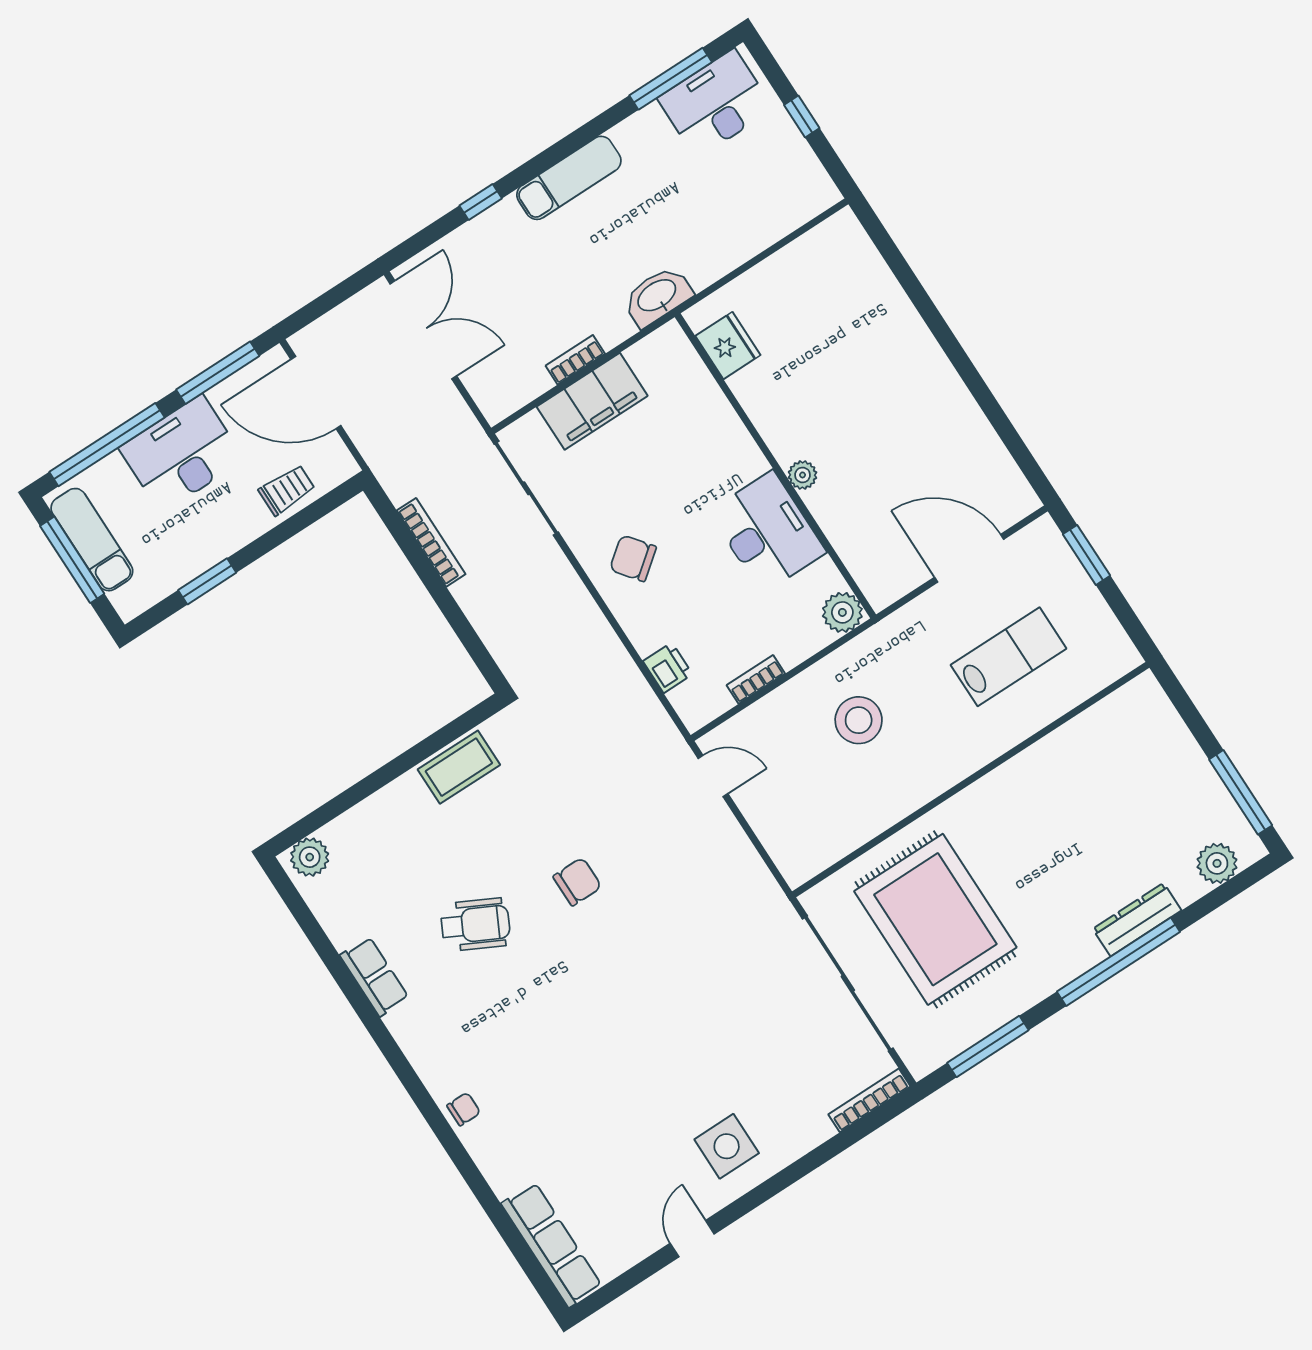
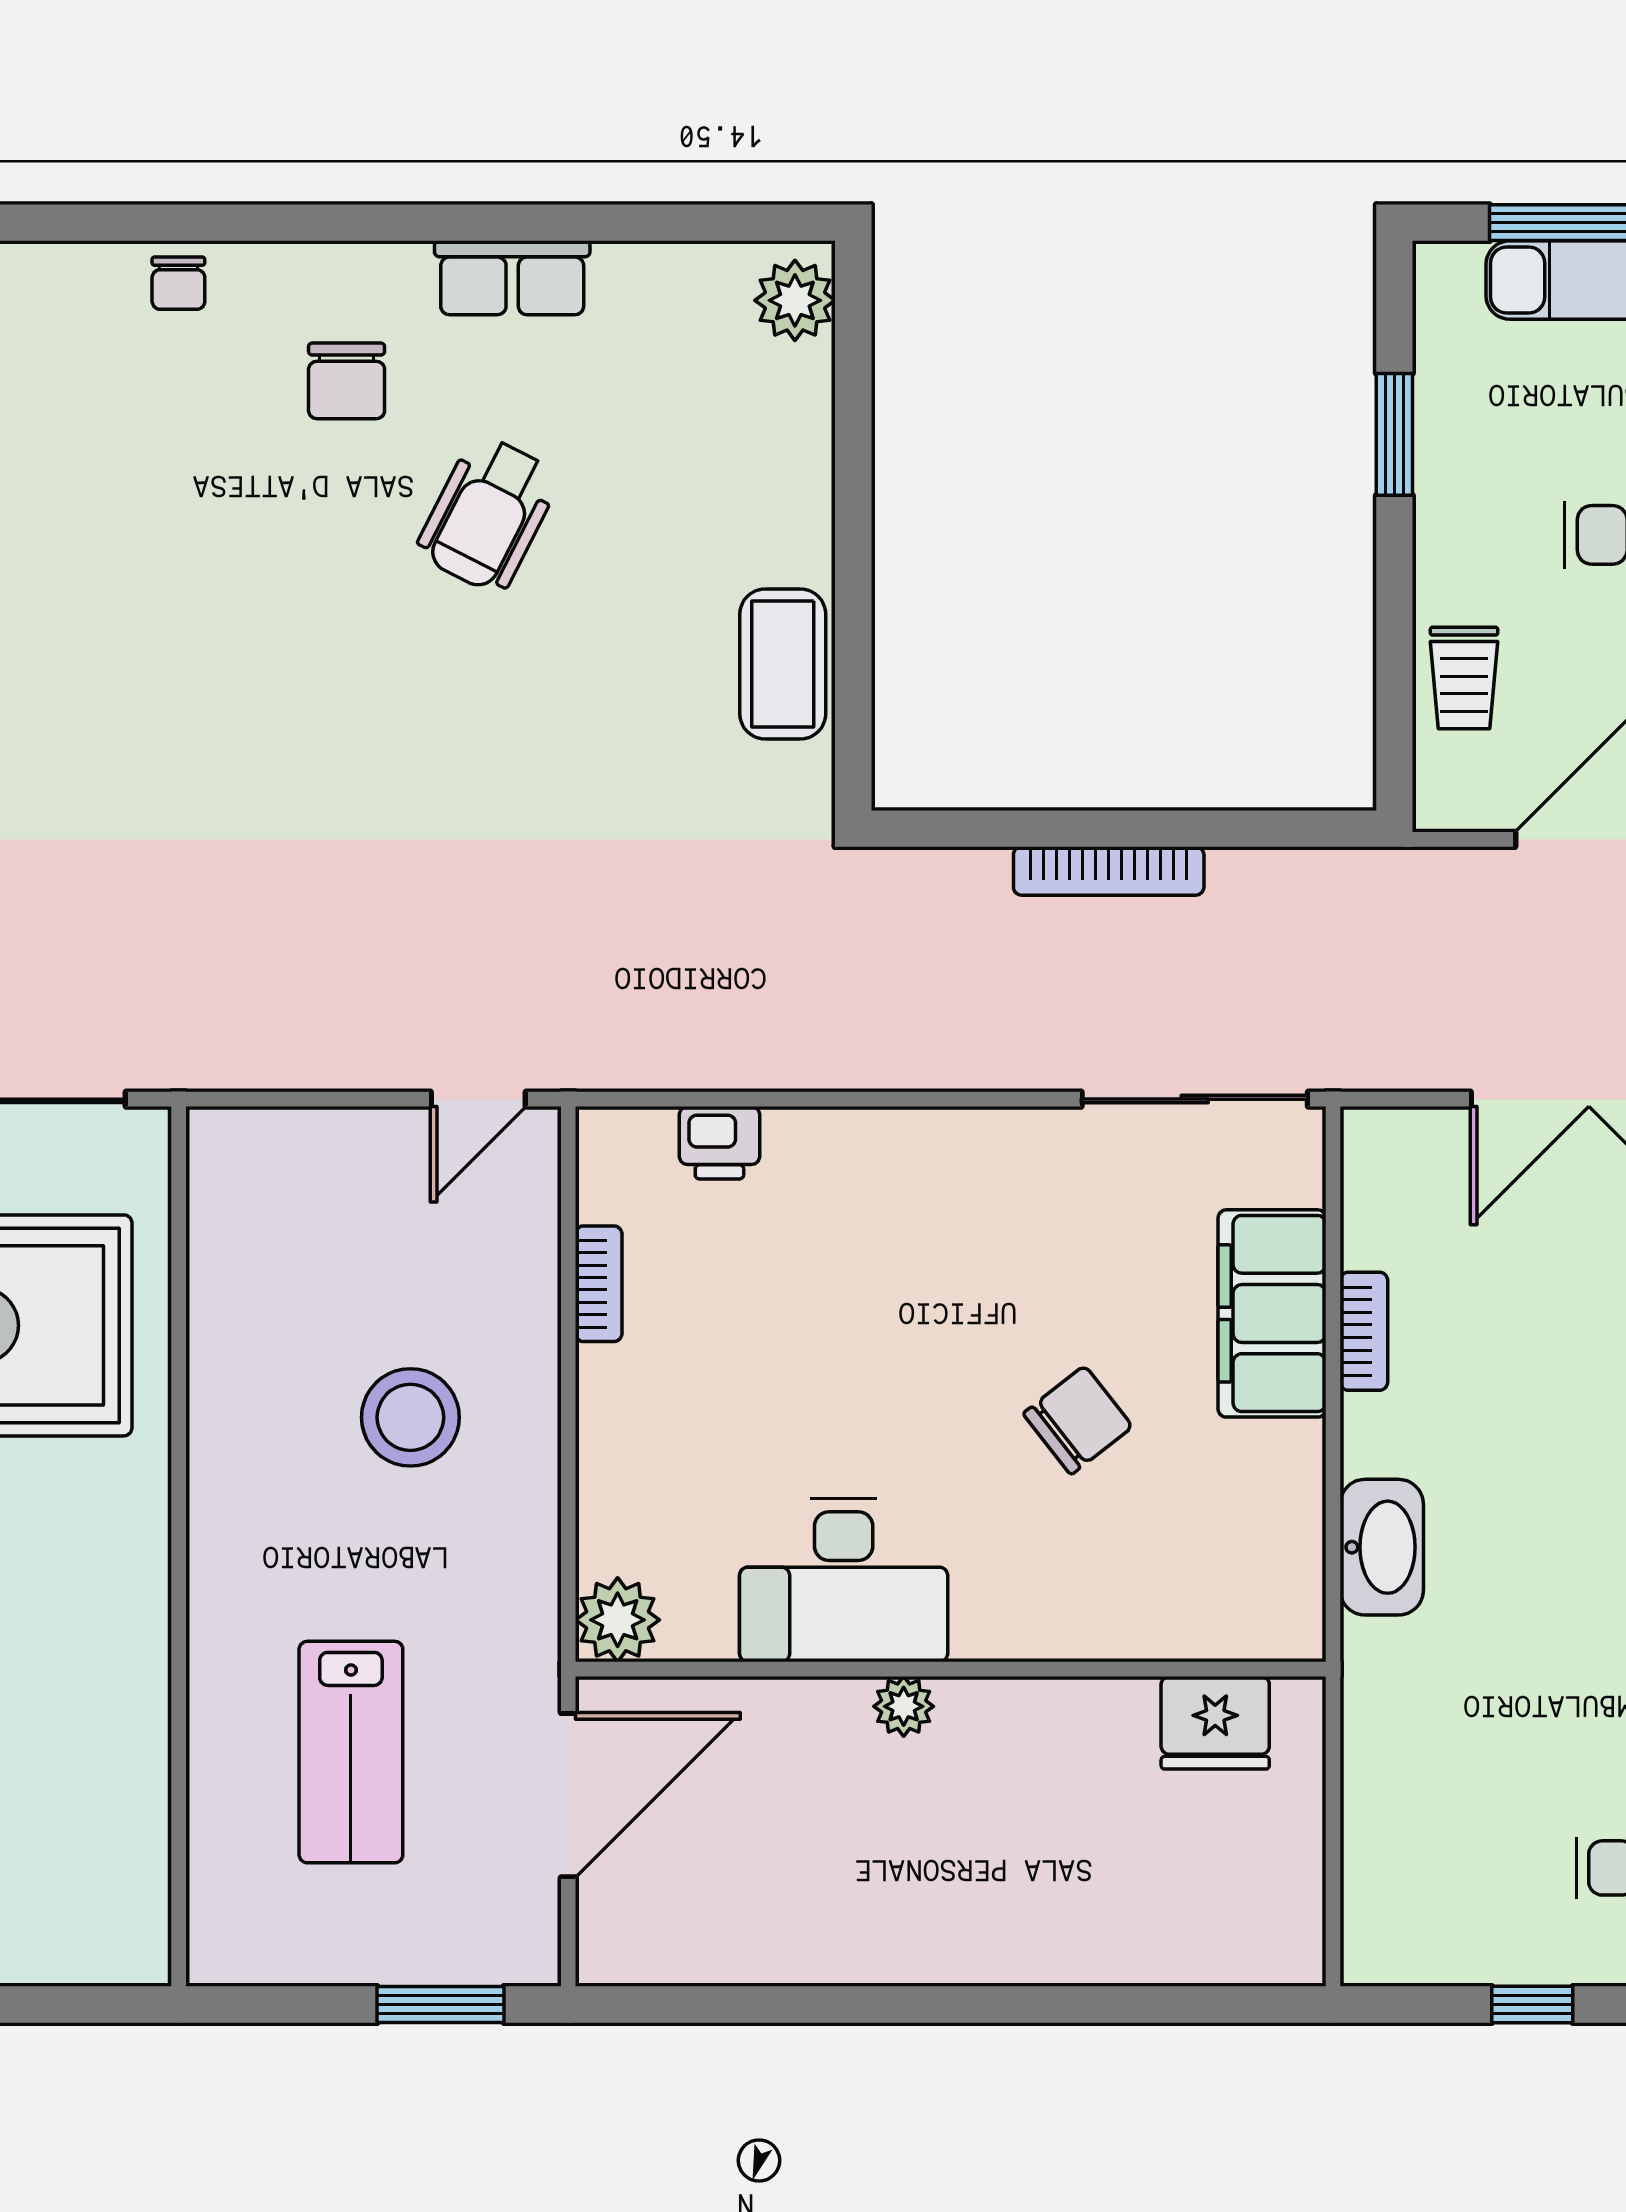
fridge: (728, 346) -> (1215, 1723), moved
wall: (775, 466) -> (951, 1669), moved
plant: (803, 475) -> (904, 1706), moved
desk: (768, 532) -> (844, 1580), moved
bookcase: (431, 542) -> (1109, 871), moved
chair: (633, 558) -> (1078, 1420), moved
plant: (842, 612) -> (618, 1620), moved
chair: (577, 882) -> (347, 381), moved

